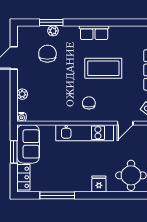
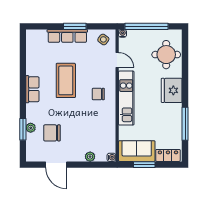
fridge: (99, 184) -> (172, 90), width x1.88, depth x1.34

